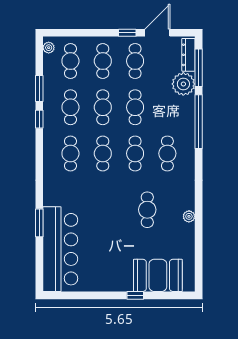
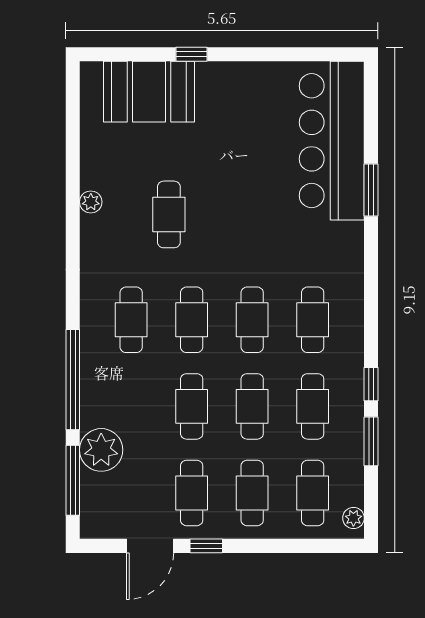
dresser: (188, 55) -> (92, 505), removed

